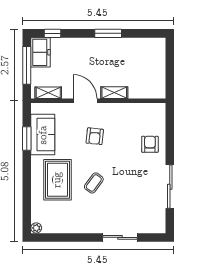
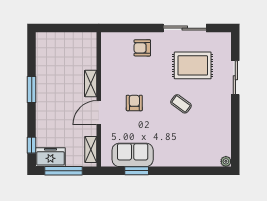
armchair: (95, 136) -> (134, 103), turned -96
rug: (57, 180) -> (193, 65), moved

